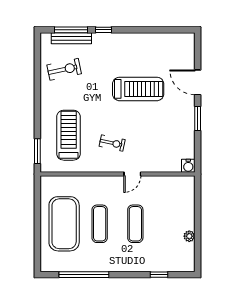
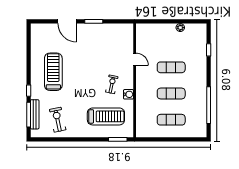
door: (198, 82) -> (67, 21), hinge flipped
treadmill: (138, 89) -> (53, 72), moved
treadmill: (69, 135) -> (106, 116), turned 180
water cooler: (188, 166) -> (129, 94), moved
door: (132, 174) -> (135, 59), moved
exercise mat: (64, 224) -> (171, 120), width x0.50, depth x0.69

